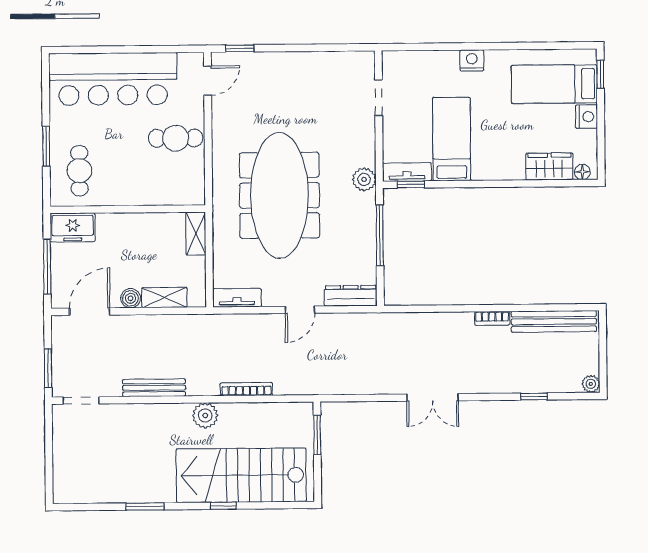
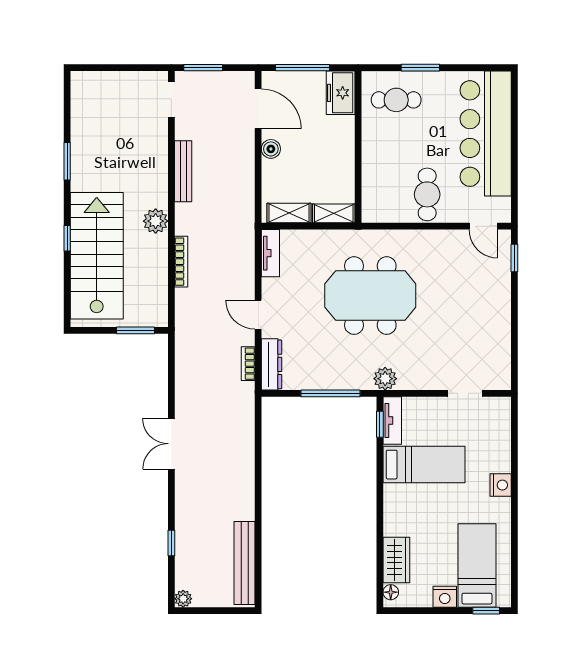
meeting table: (279, 195) -> (370, 296), width x0.73
shelving: (164, 298) -> (289, 213), moved, turned 90
bookcase: (492, 318) -> (248, 364), moved

